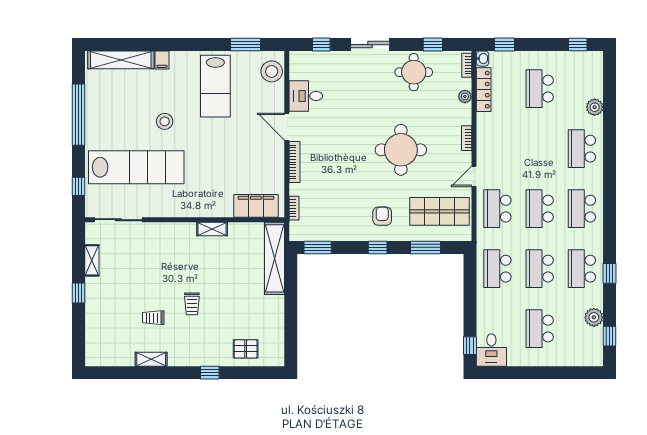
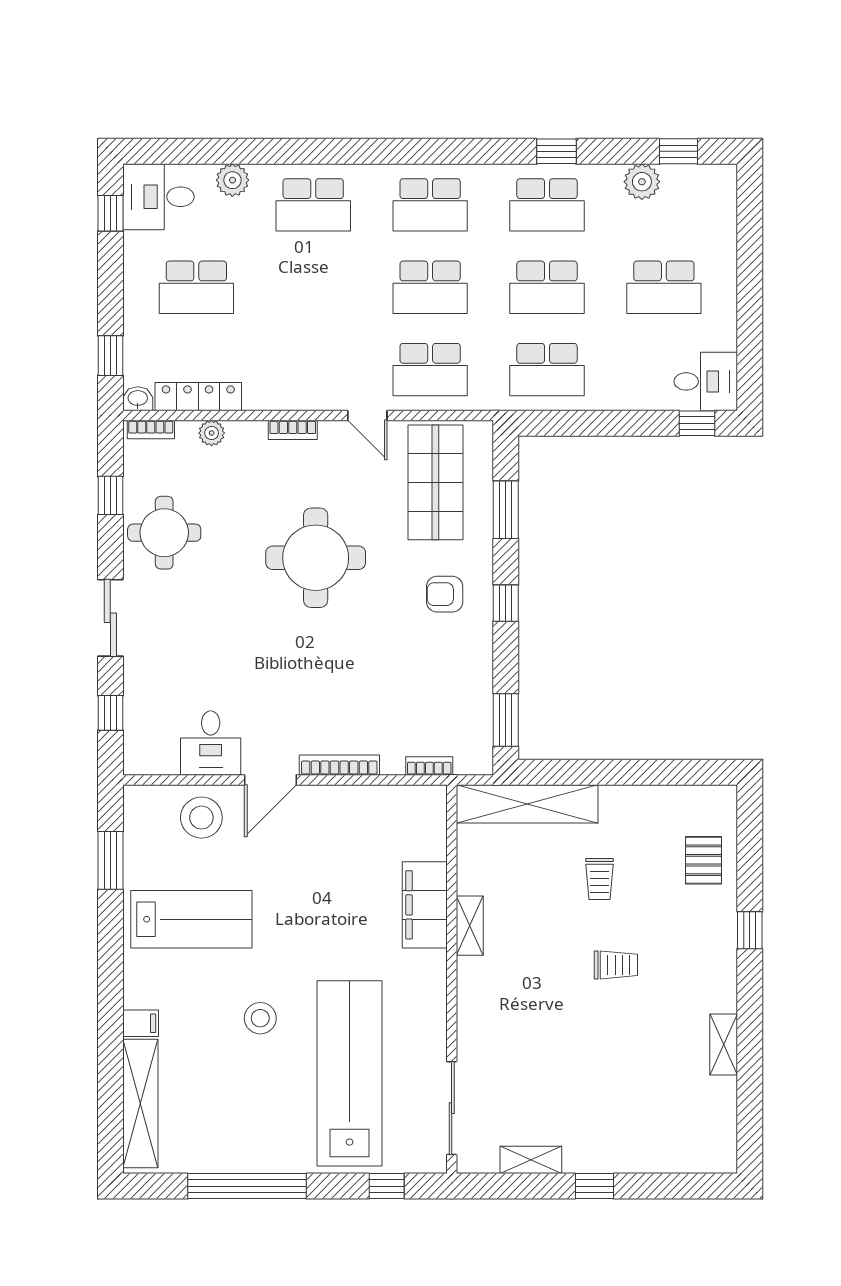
desk: (586, 69) -> (158, 197), added
stool: (272, 71) -> (201, 818), moved
filing cabinet: (256, 206) -> (425, 905), moved
trolley: (153, 318) -> (600, 879), moved

